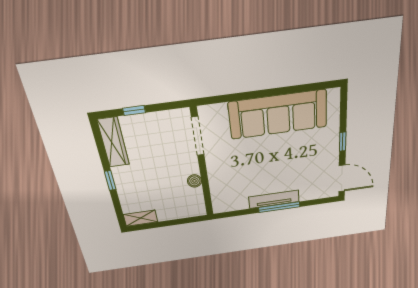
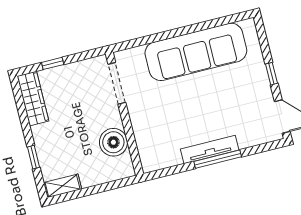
window: (110, 180) -> (34, 157), moved
boiler: (194, 181) -> (113, 142), width x1.86, depth x1.86

